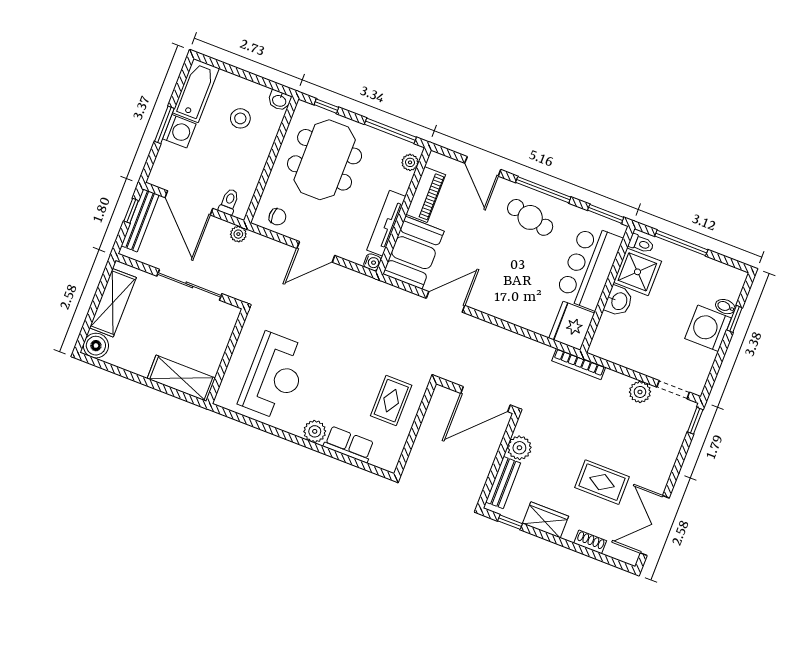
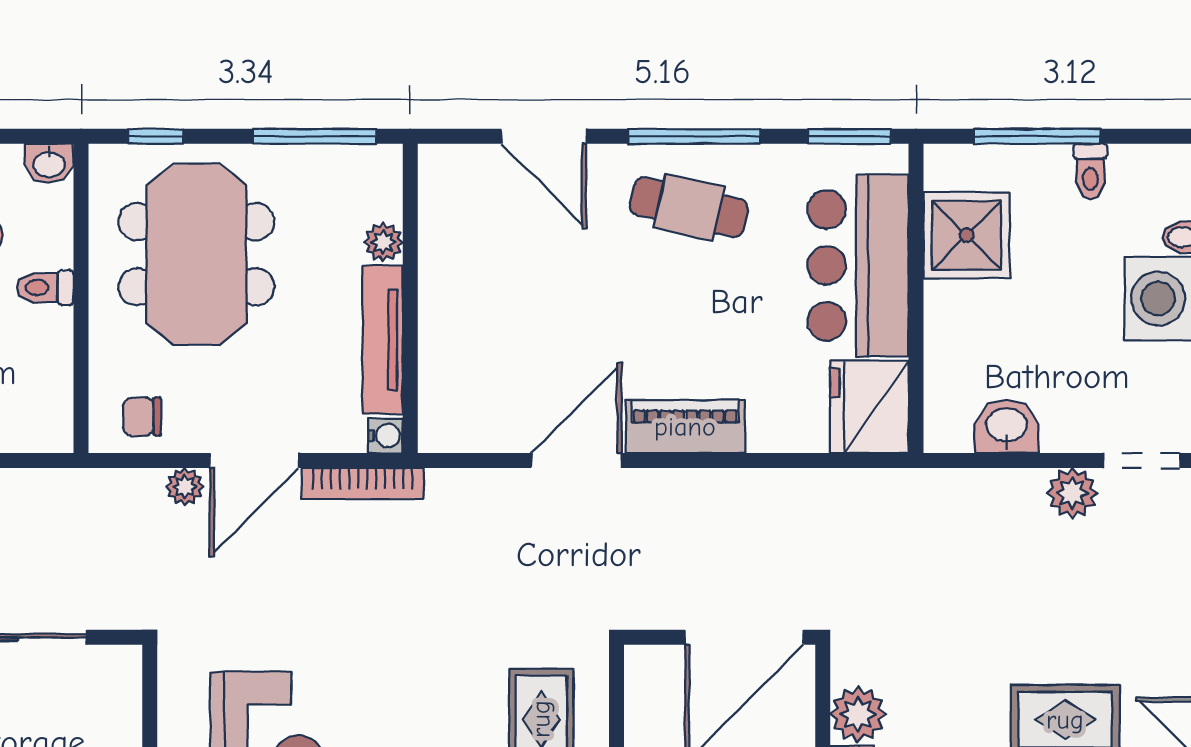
plant: (410, 162) -> (383, 242), moved
piano: (426, 195) -> (685, 427), moved, turned -90
toilet: (229, 202) -> (45, 288), moved, turned -90
chair: (277, 217) -> (142, 417), turned 180
plant: (238, 234) -> (185, 487), moved
toilet: (641, 244) -> (1090, 171), moved, turned 90
booth: (413, 253) -> (466, 381), removed
washbasin: (619, 301) -> (1006, 426), moved, turned -90
bookcase: (579, 364) -> (362, 484), moved

